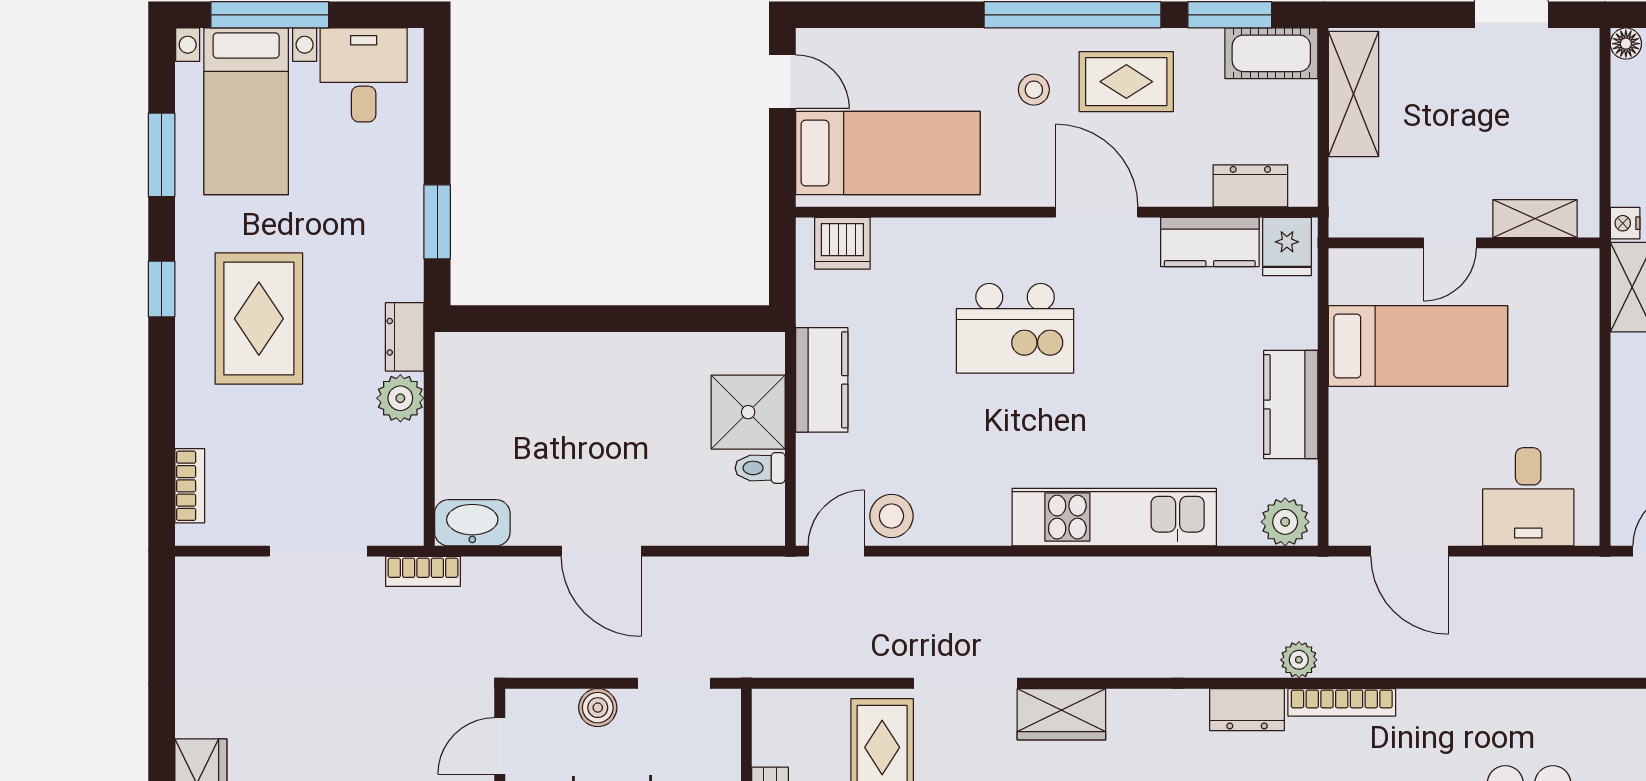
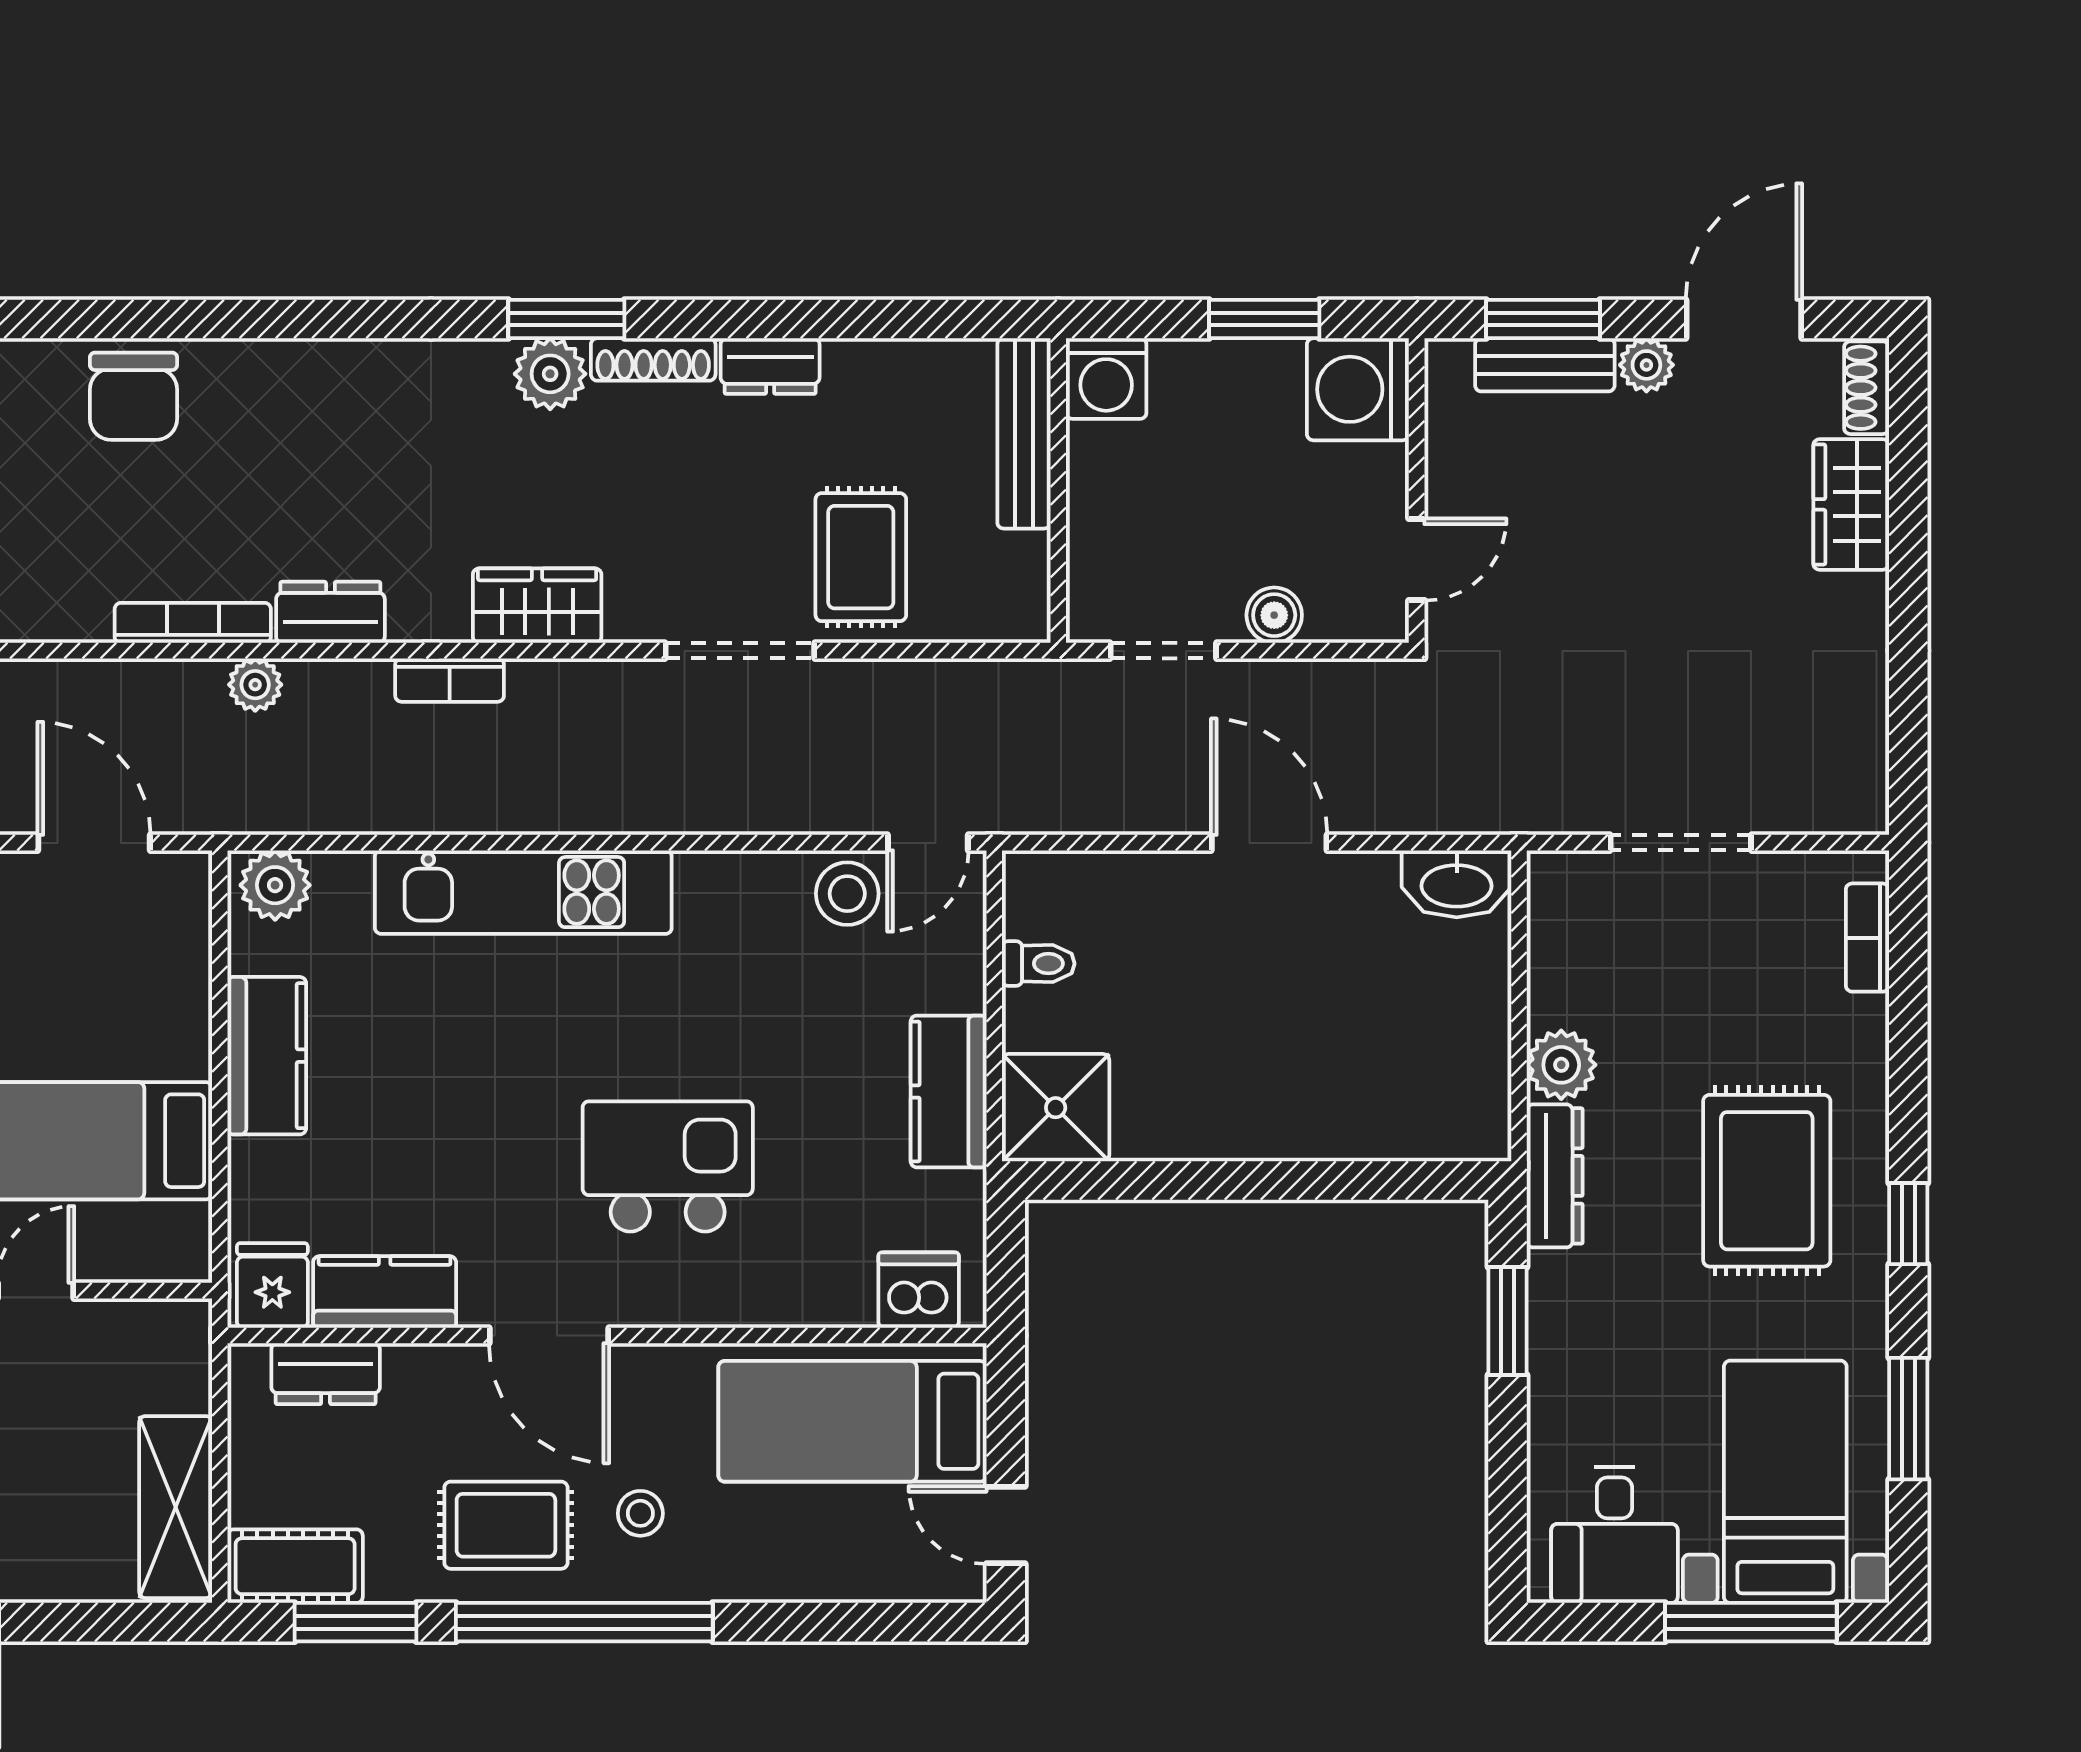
dresser: (405, 337) -> (1555, 1176), width x1.44
shower: (748, 412) -> (1056, 1108), moved
bookcase: (423, 571) -> (450, 680), moved, turned 180
wardrobe: (1061, 714) -> (537, 606), moved

